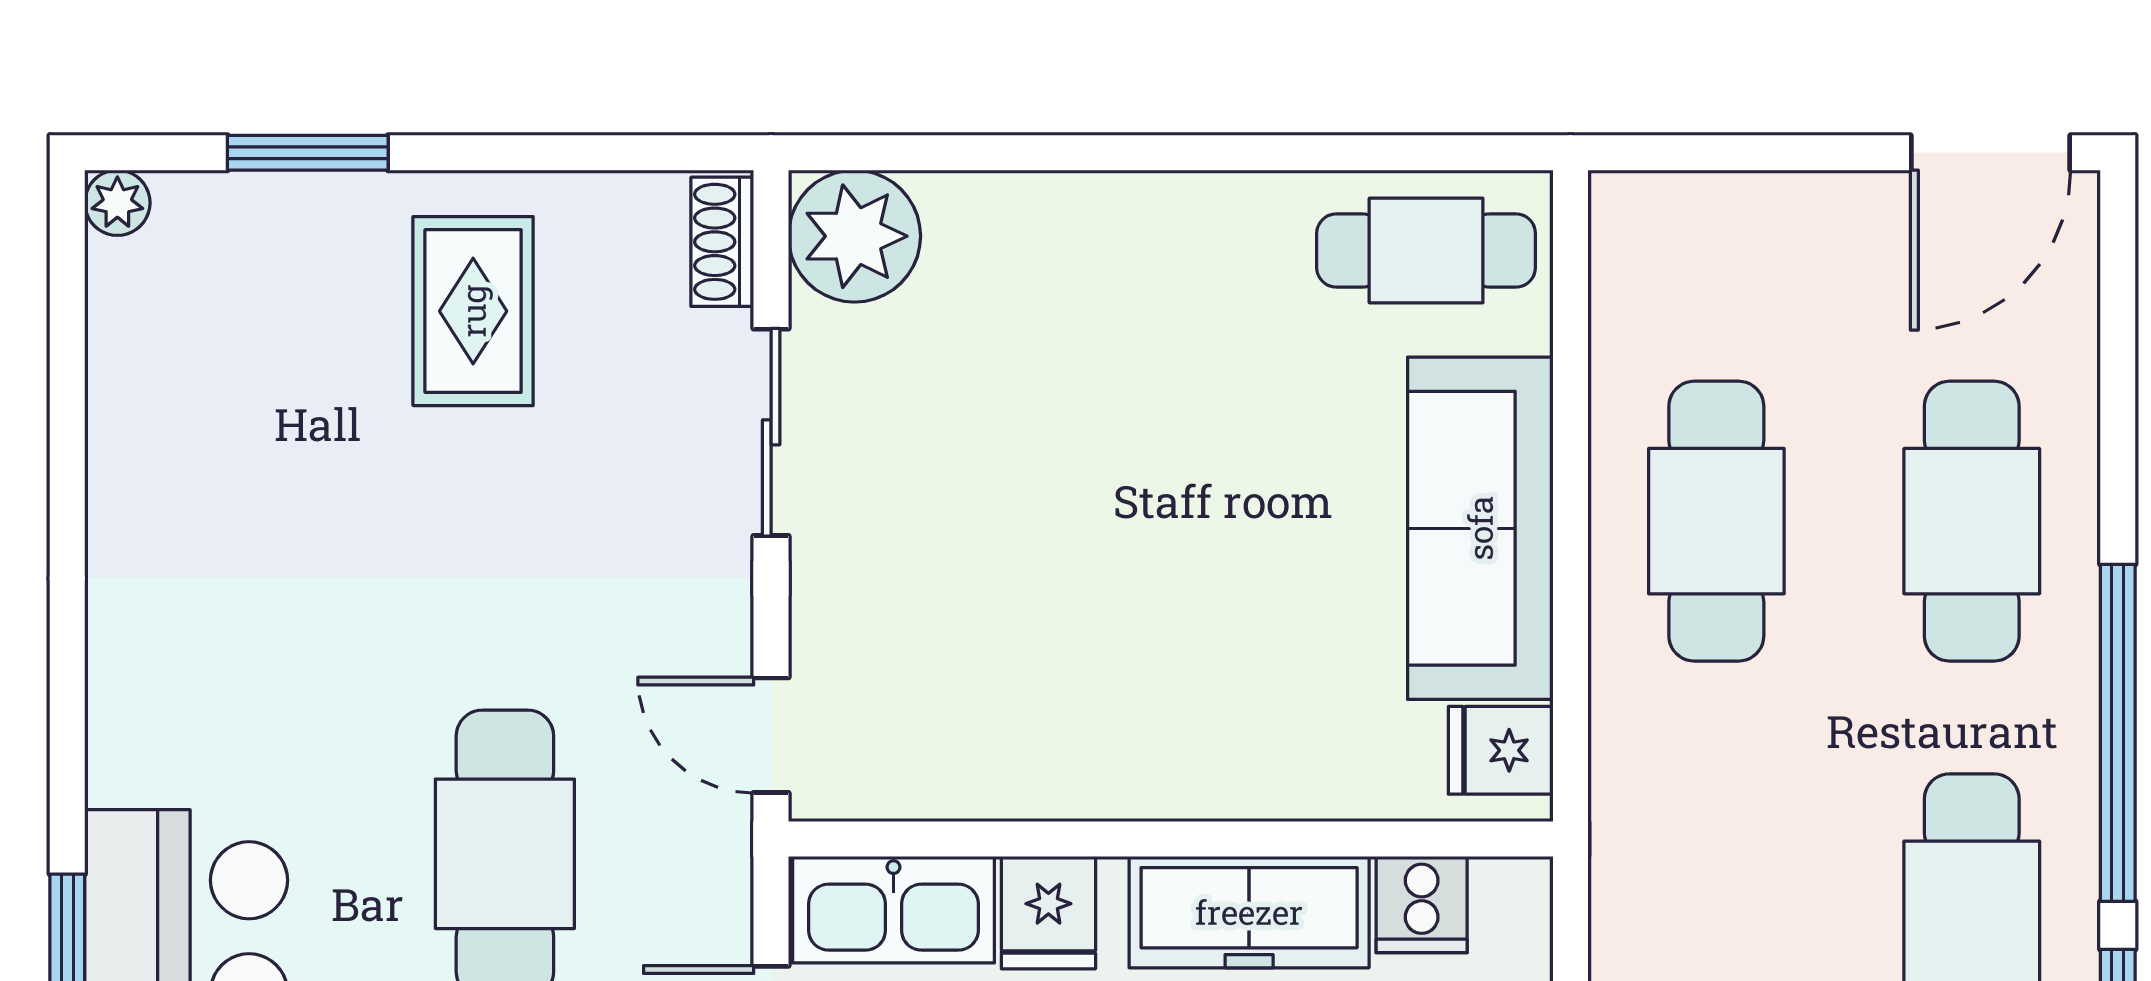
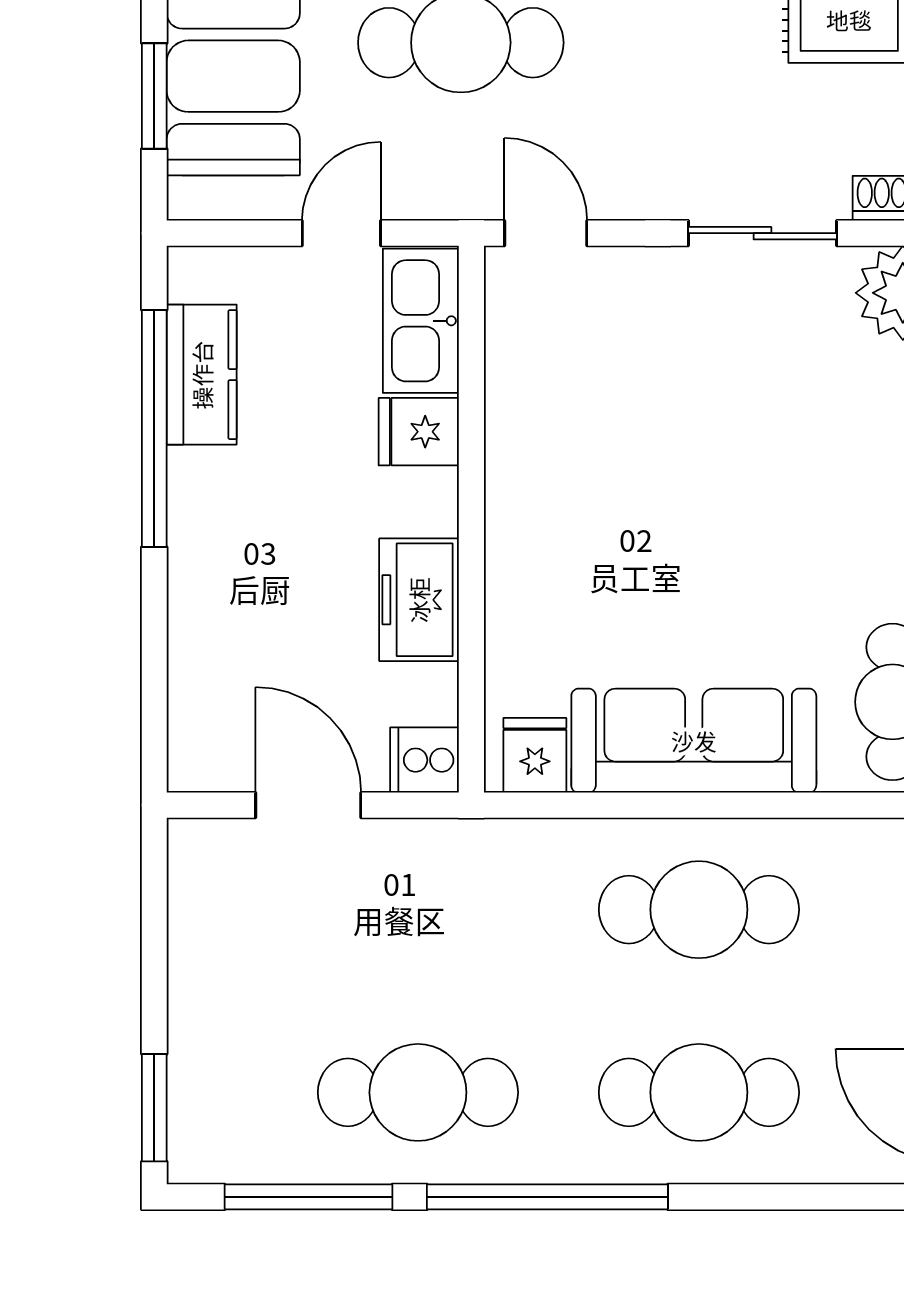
door: (771, 735) -> (546, 233), hinge flipped
cooker: (1422, 905) -> (424, 760), moved
freezer: (1249, 912) -> (419, 600), width x0.71

